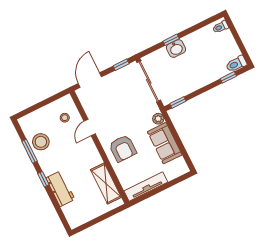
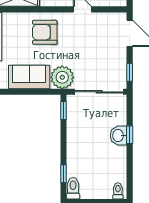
plant: (158, 119) -> (62, 77), width x1.88, depth x1.88

